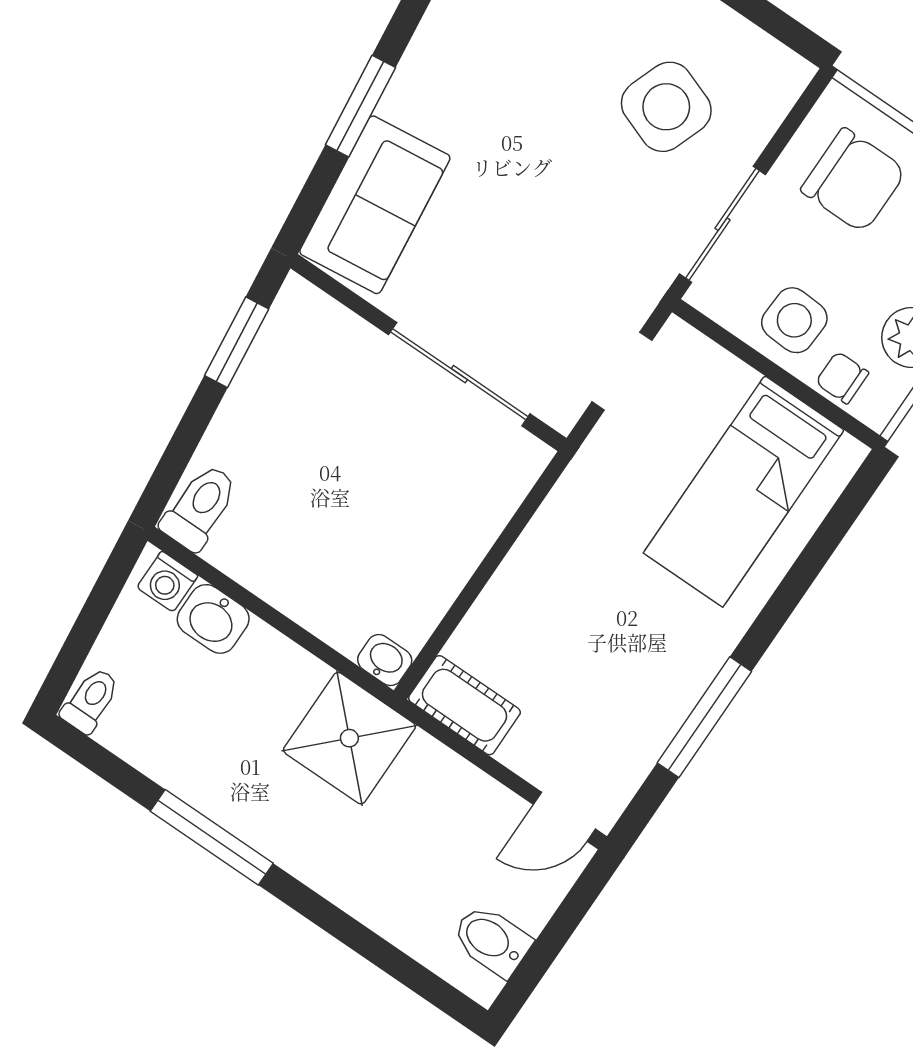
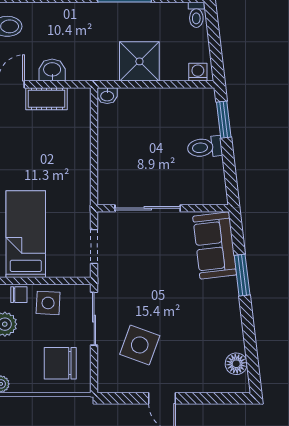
window: (237, 342) -> (224, 120), moved
toilet: (200, 507) -> (205, 147), moved, turned 83
washbasin: (213, 619) -> (52, 70), moved
cot: (464, 705) -> (47, 99), moved
shower: (349, 738) -> (139, 61), moved

